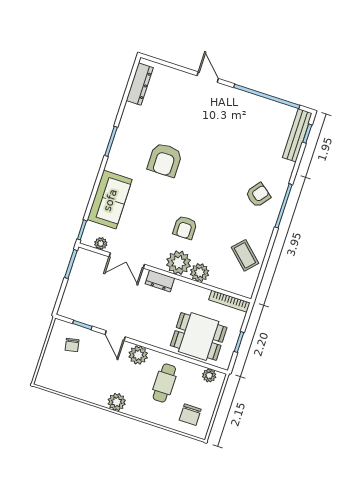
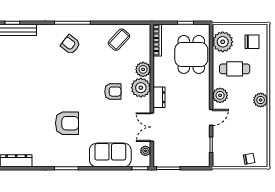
double door: (127, 260) -> (152, 127), swing flipped
chair: (72, 345) -> (249, 159), moved
plant: (209, 375) -> (223, 42), width x1.87, depth x1.87

